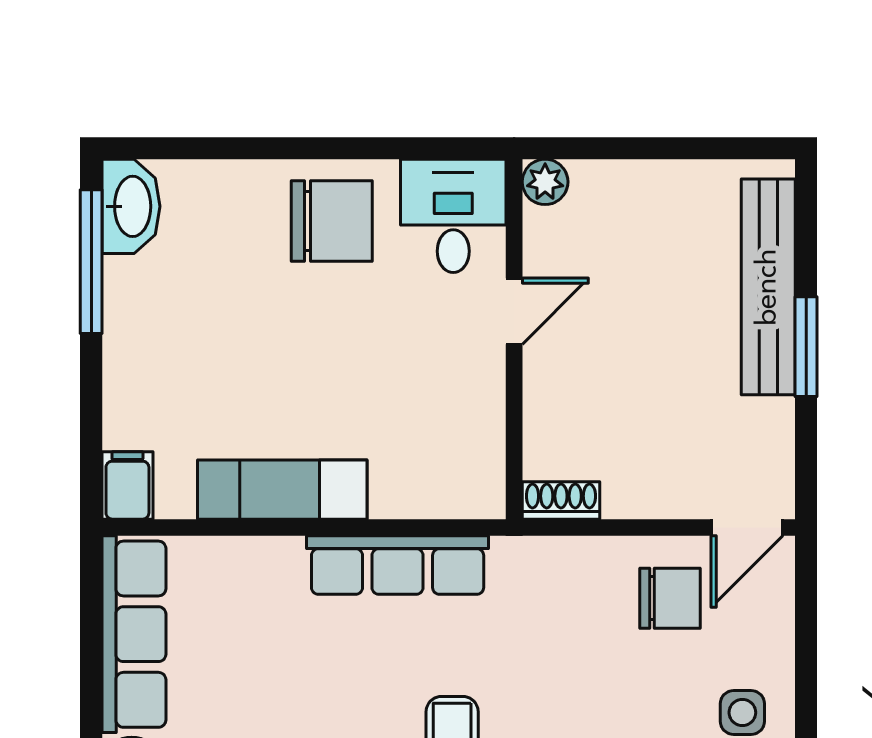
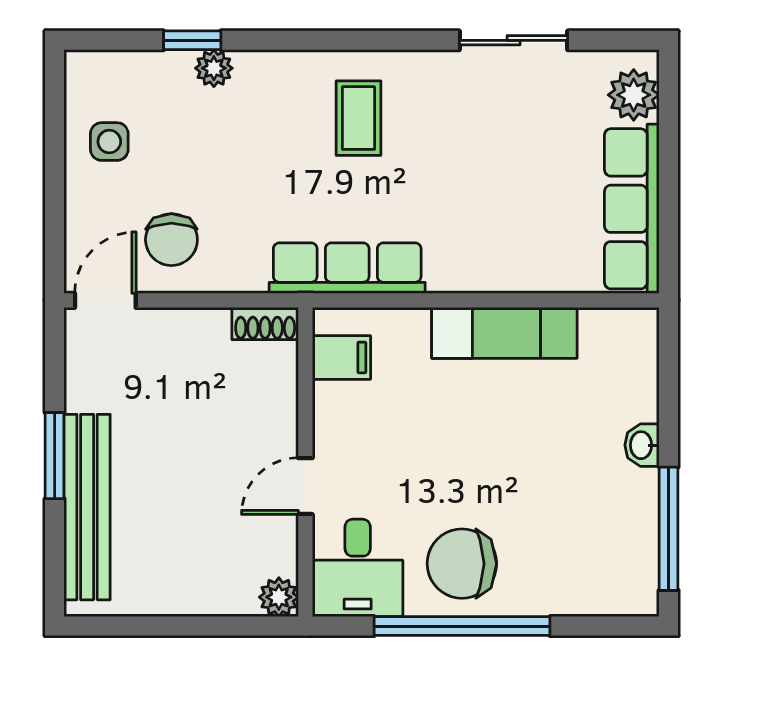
window: (332, 148) -> (462, 626), added
washbasin: (131, 206) -> (642, 445), moved, width x0.52, depth x0.69
filing cabinet: (127, 485) -> (341, 357), moved, turned -90
row of seats: (398, 565) -> (347, 268), moved
chair: (670, 598) -> (171, 240), turned -90

